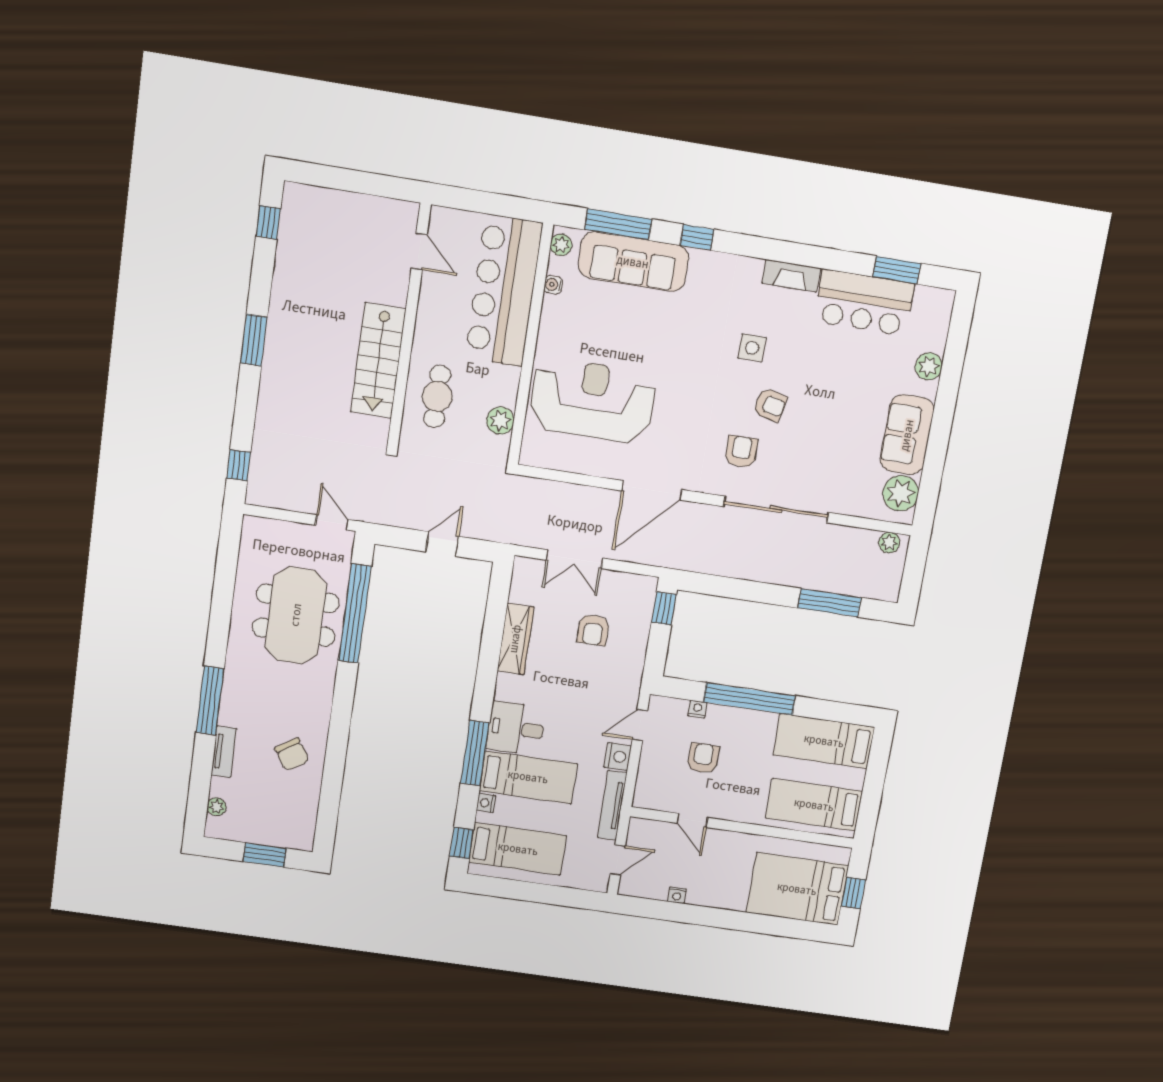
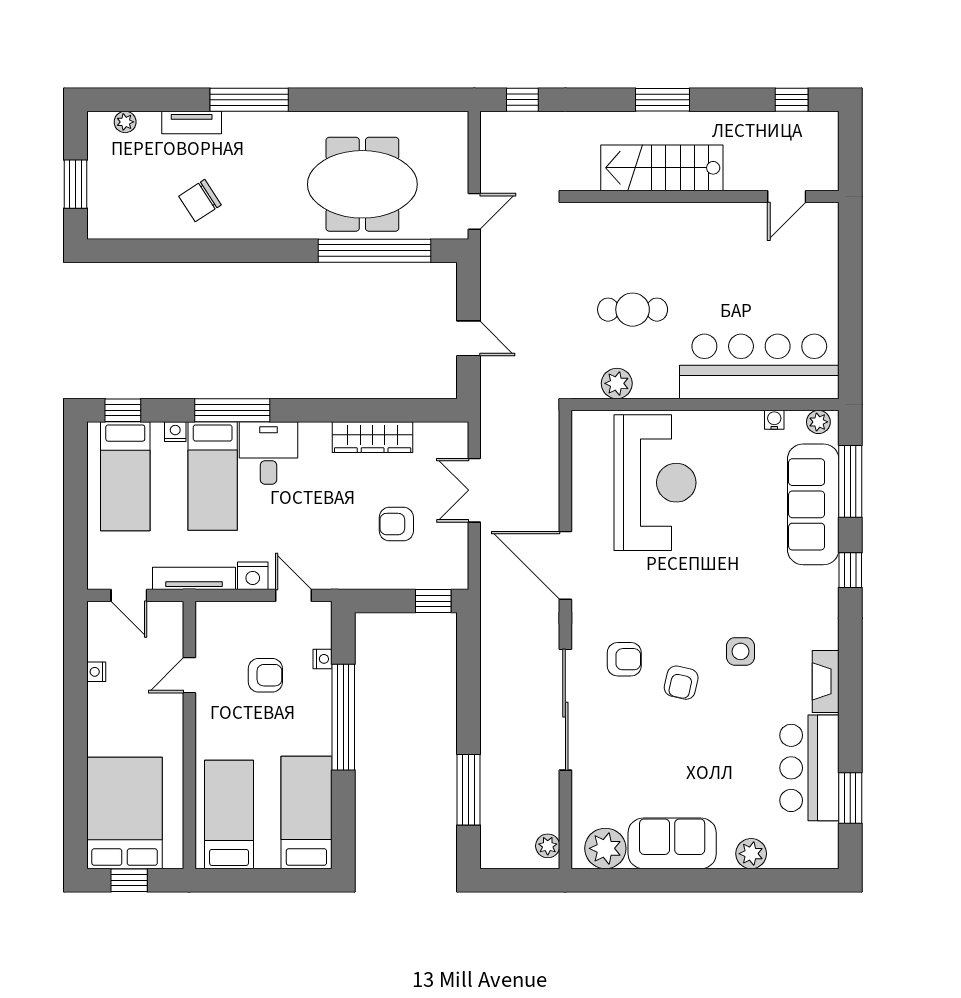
door: (419, 251) -> (787, 197), moved
wall: (409, 326) -> (705, 197), moved
stairs: (378, 360) -> (662, 168), moved

